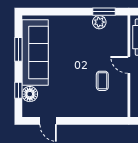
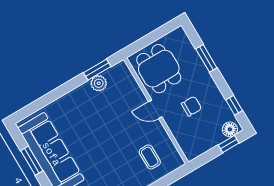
coffee table: (102, 81) -> (150, 157), moved

